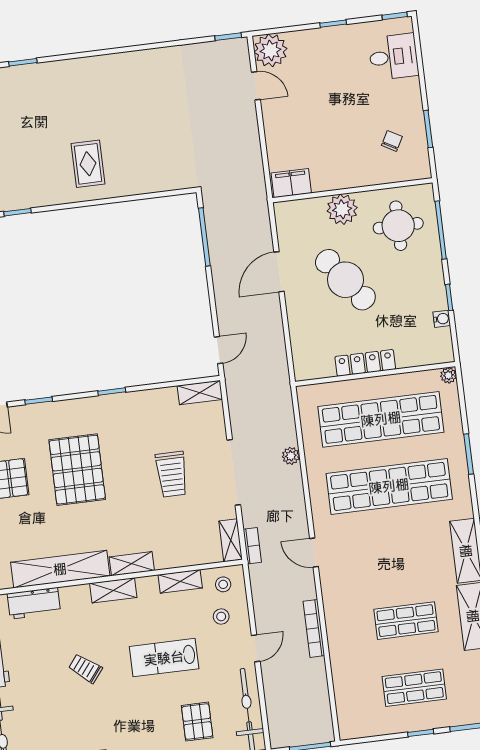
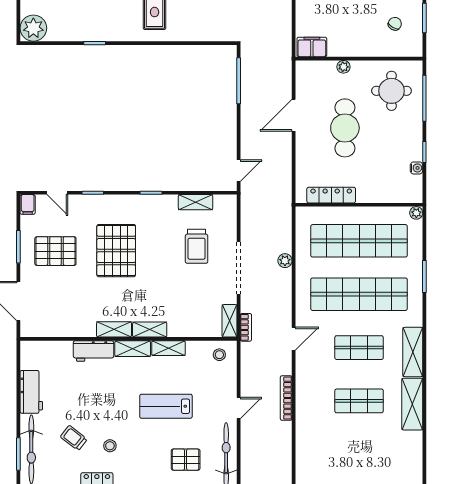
plant: (342, 209) -> (343, 67), width x0.53, depth x0.53
cafe table: (345, 280) -> (345, 128), turned 37
locker: (365, 363) -> (331, 195), moved
shelving: (200, 393) -> (196, 202), moved
trolley: (172, 474) -> (197, 246), moved
door: (314, 553) -> (294, 339), swing flipped
shelving: (60, 569) -> (114, 329), width x0.45, depth x0.75
shelving: (180, 581) -> (168, 348), moved
workbench: (34, 603) -> (94, 351), moved
stool: (221, 616) -> (110, 446), moved
trolley: (85, 668) -> (74, 438), moved
shop shelf: (414, 688) -> (359, 348), moved
pallet: (197, 722) -> (186, 460), turned 90

